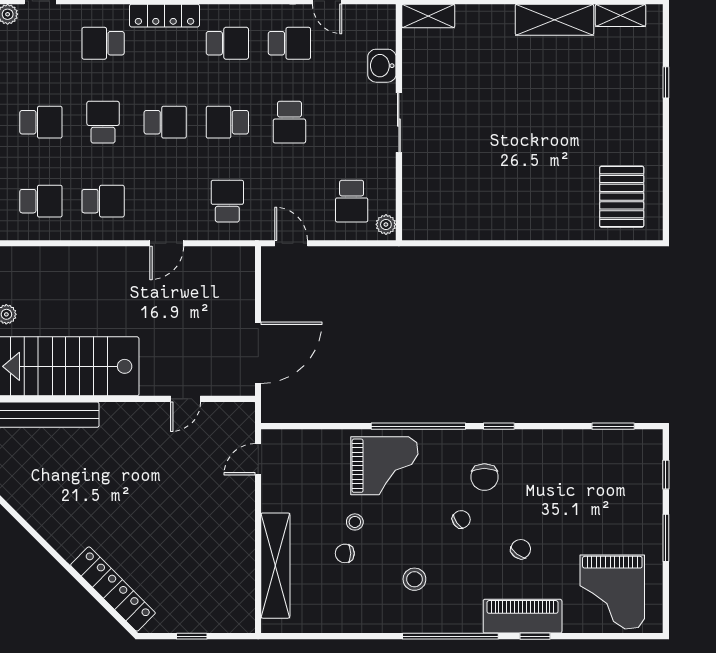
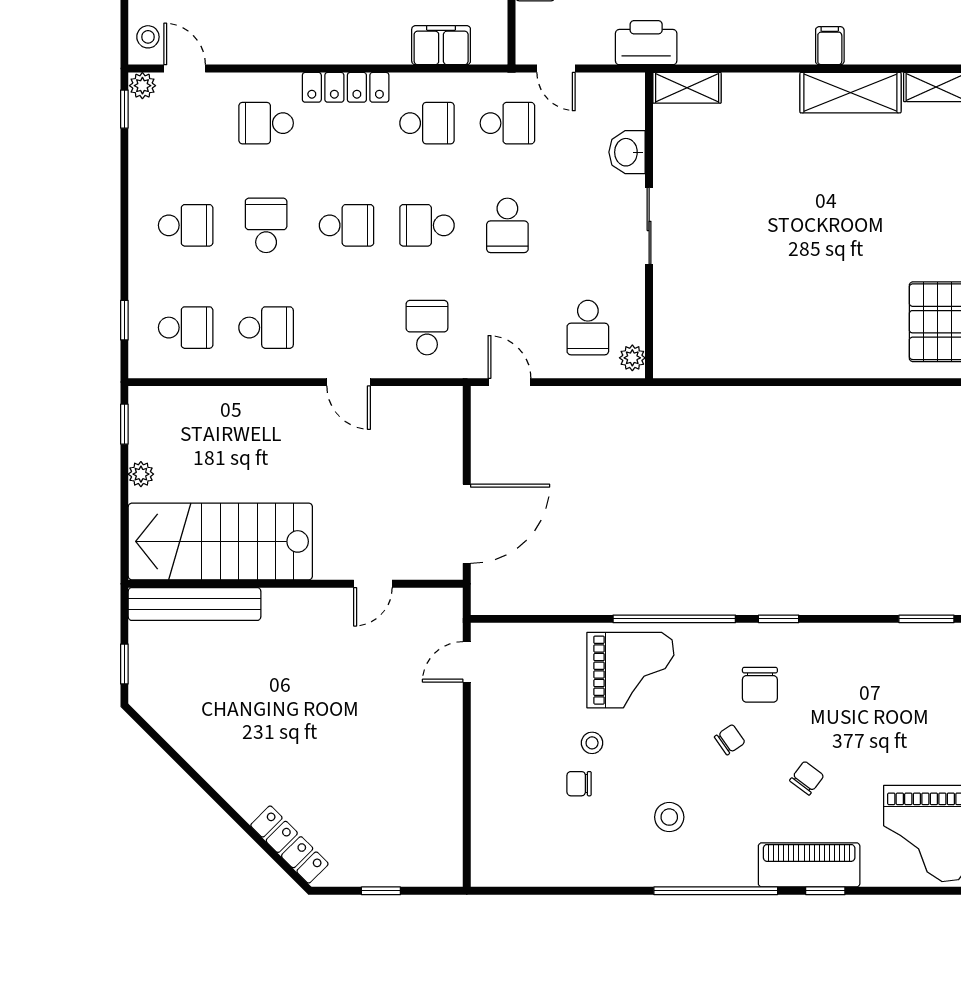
door: (167, 243) -> (349, 382), hinge flipped
shelving: (275, 566) -> (489, 799), removed
locker: (113, 589) -> (289, 845), width x0.71, depth x0.83

